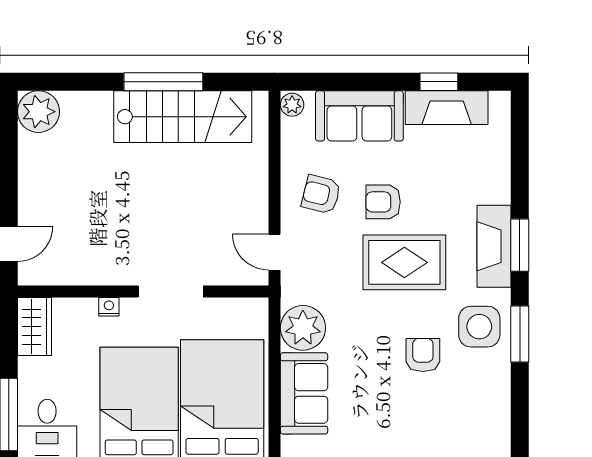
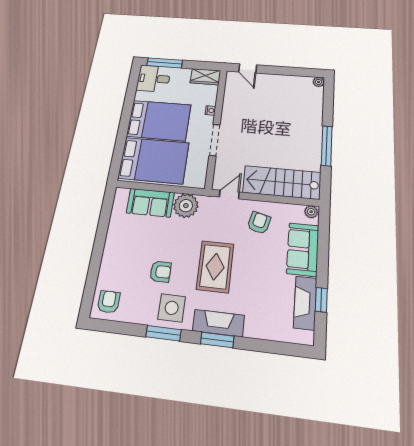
plant: (38, 112) -> (319, 82), width x0.53, depth x0.53
stairs: (183, 117) -> (282, 182), moved, turned 90
armchair: (383, 202) -> (109, 302), moved

